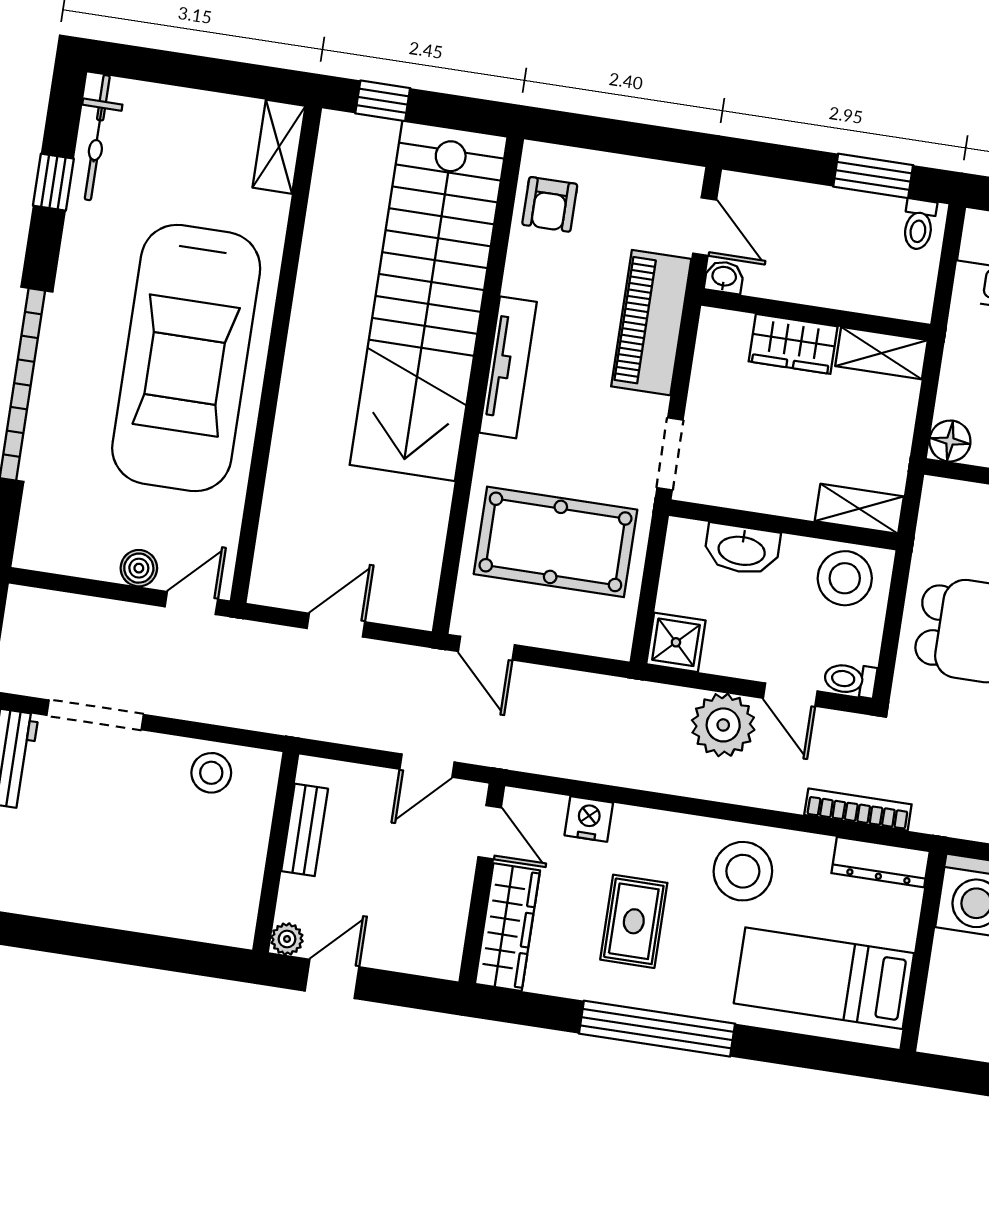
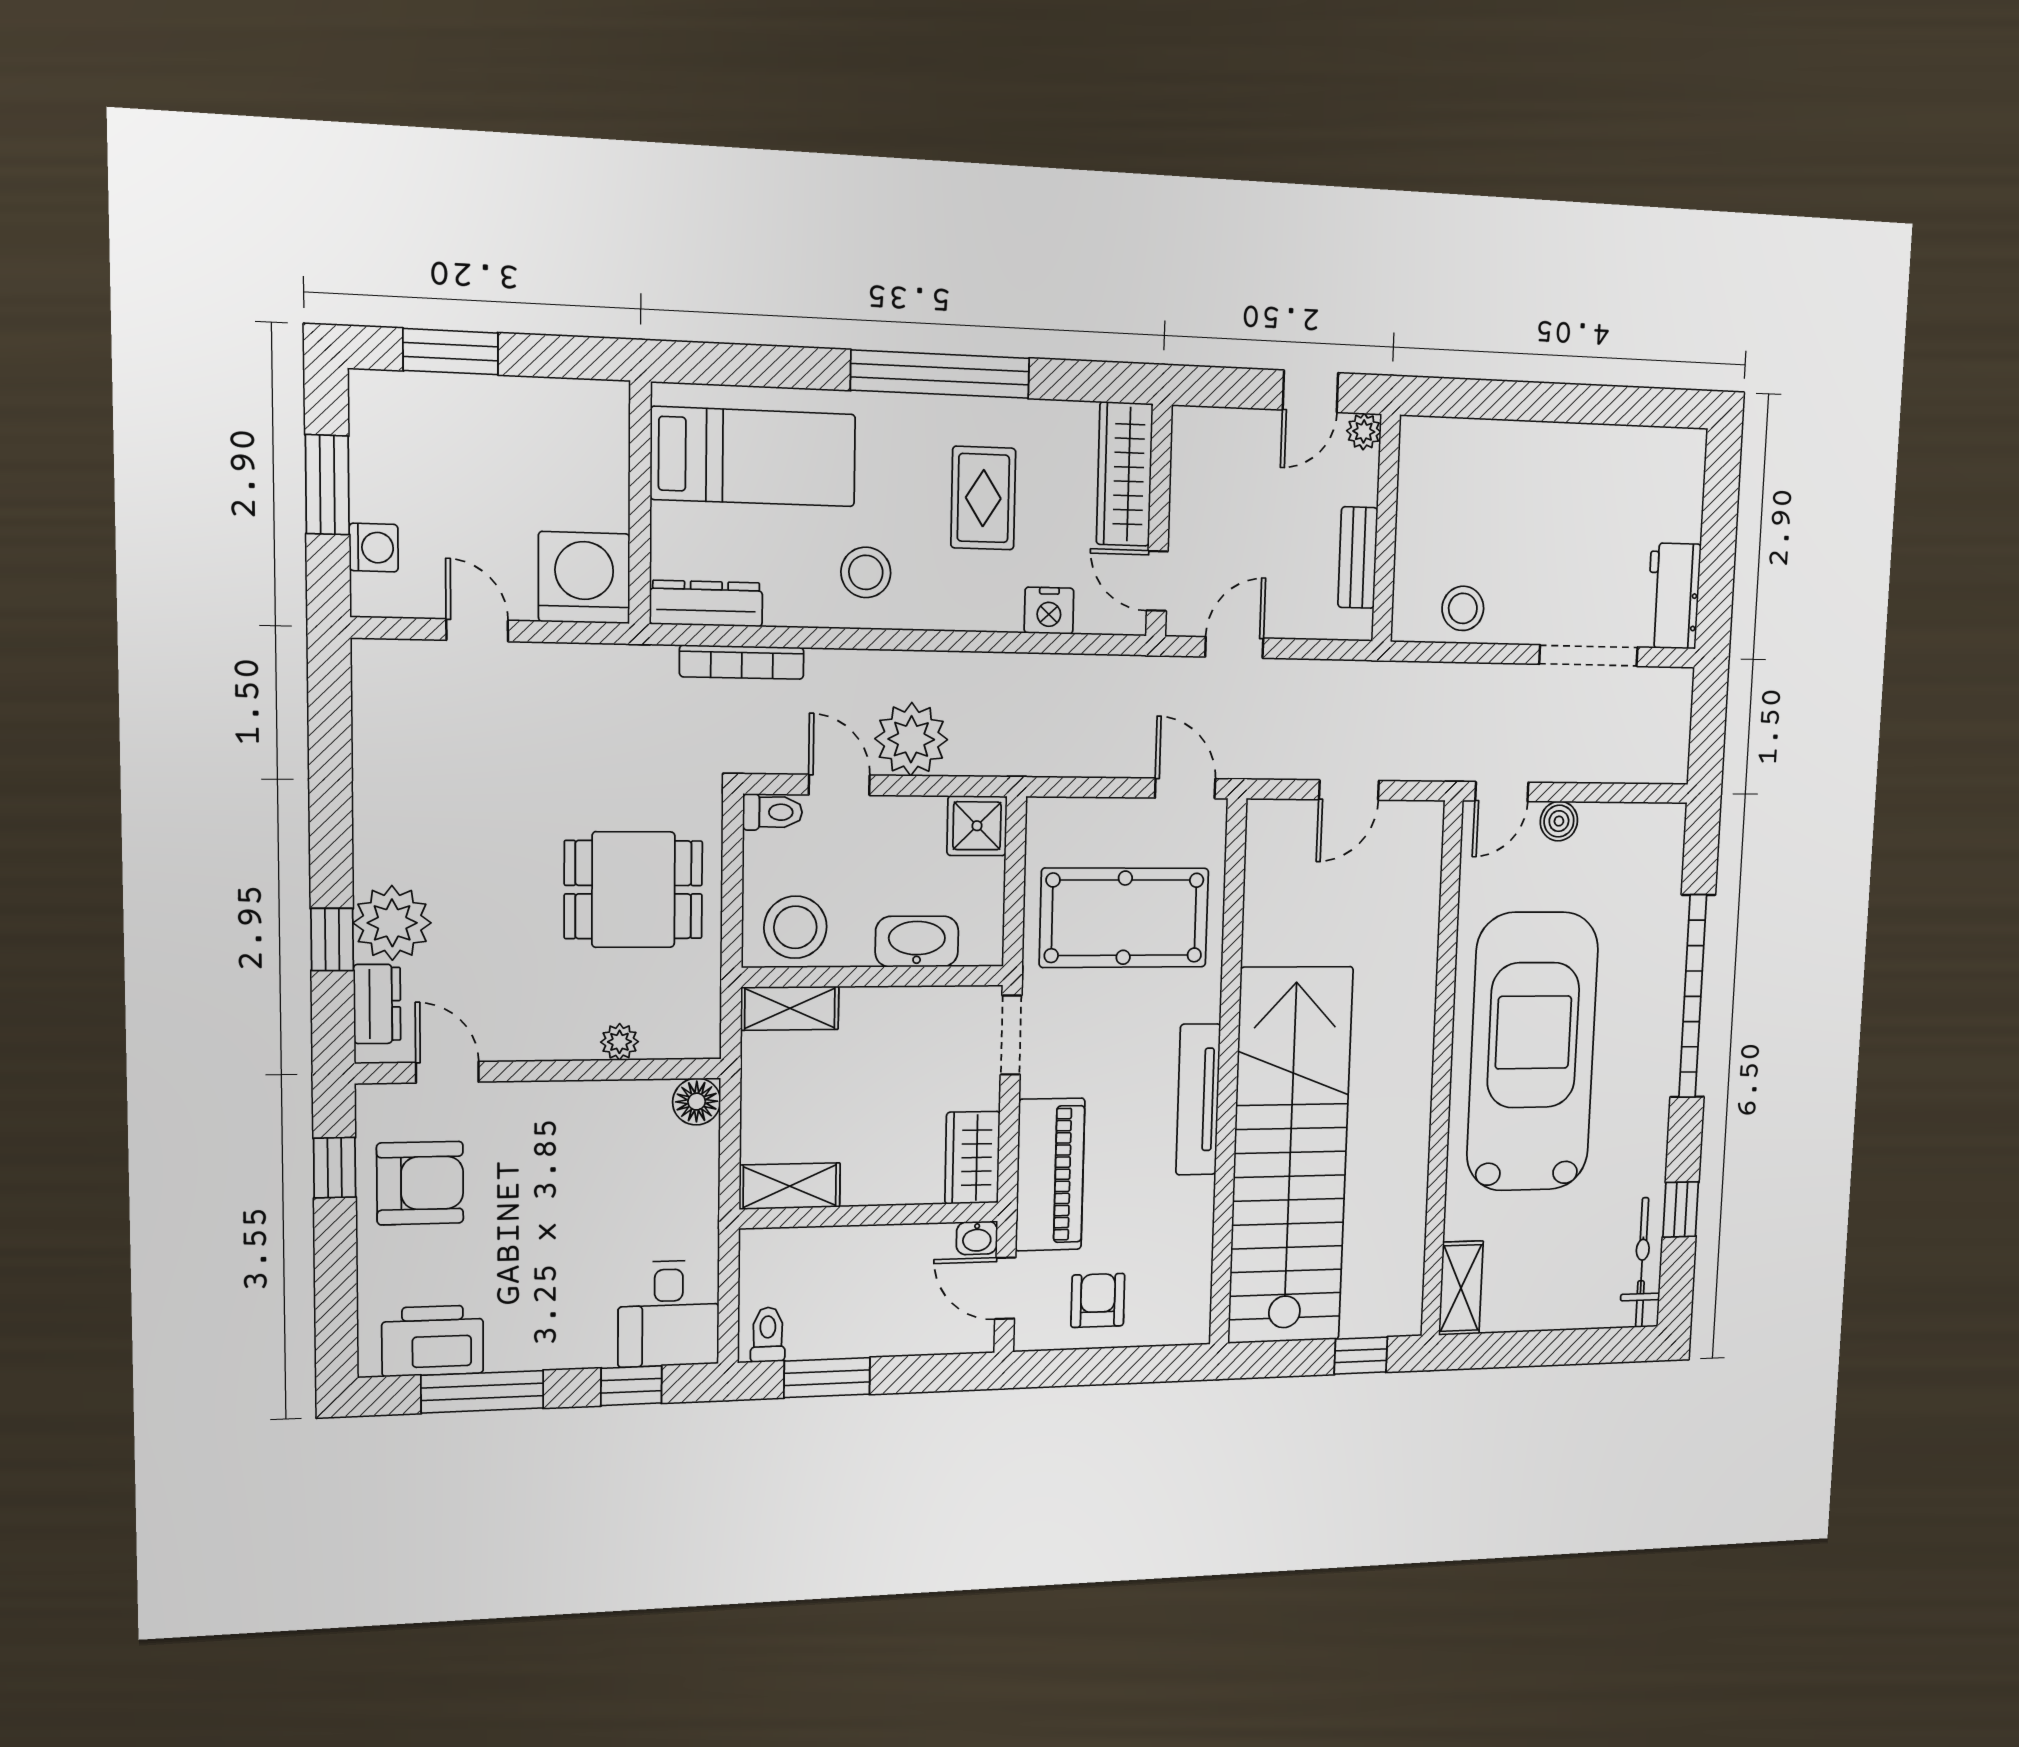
armchair: (550, 204) -> (1098, 1300), moved
wardrobe: (793, 344) -> (972, 1158), moved, turned -90
stool: (743, 871) -> (866, 572), width x0.73, depth x0.73

